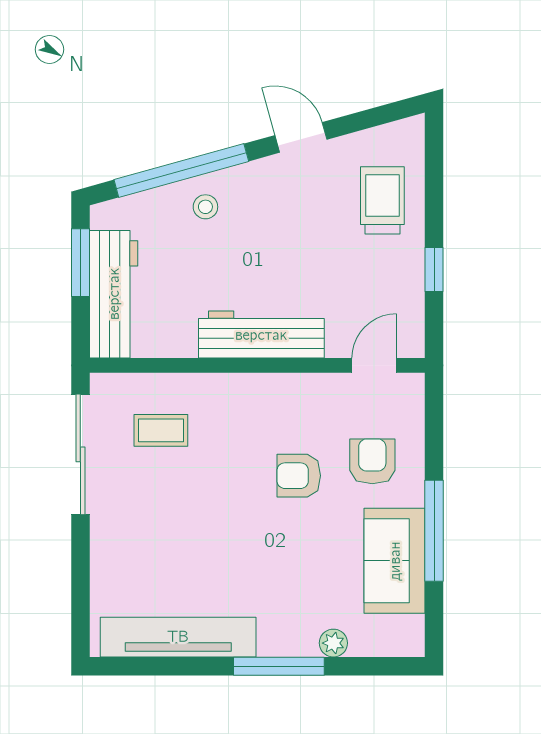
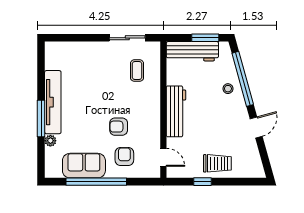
trolley: (382, 200) -> (217, 163), moved
sliding door: (80, 454) -> (127, 38), width x0.73
armchair: (372, 461) -> (124, 157), turned -90
armchair: (299, 476) -> (119, 127), turned -90
window: (434, 531) -> (96, 182), width x1.46
tv unit: (178, 637) -> (53, 102), moved

